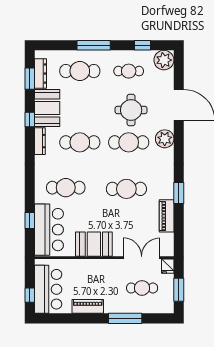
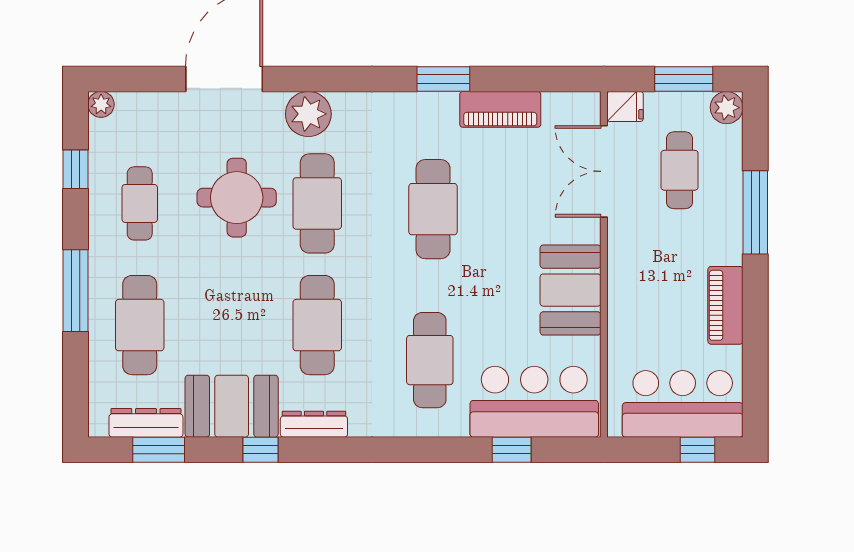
plant: (164, 60) -> (101, 104), width x0.53, depth x0.53
plant: (167, 307) -> (727, 108), added

